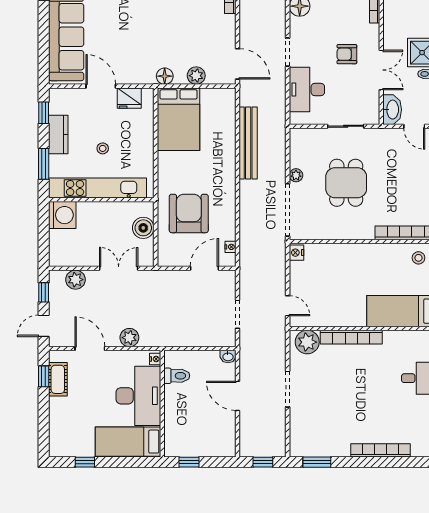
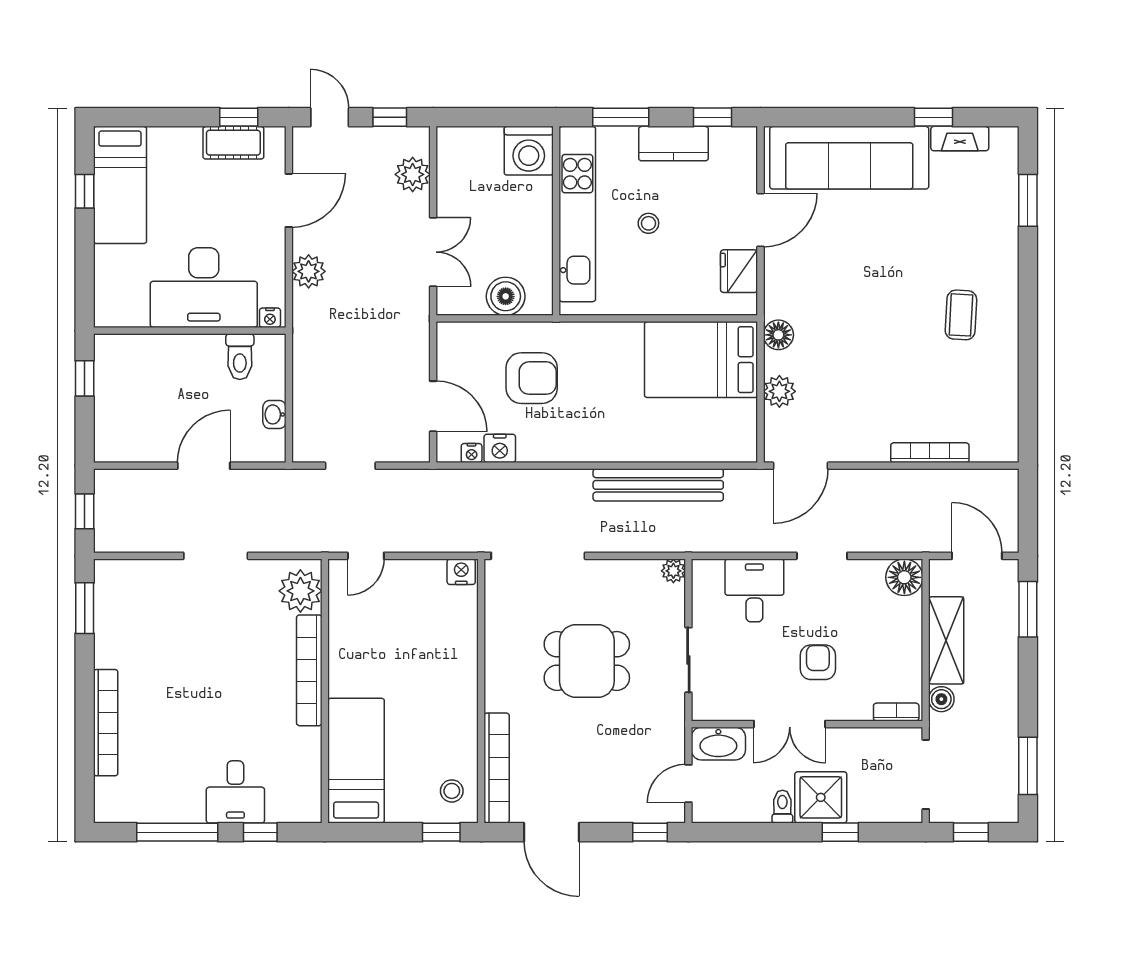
desk: (307, 90) -> (754, 590), width x0.73
plant: (296, 175) -> (673, 571), moved
armchair: (189, 213) -> (532, 378), width x0.73, depth x0.73
nightstand: (228, 231) -> (500, 448), added
washbasin: (228, 357) -> (274, 414), moved
bed: (128, 442) -> (120, 185), moved, turned 180

